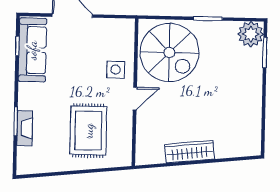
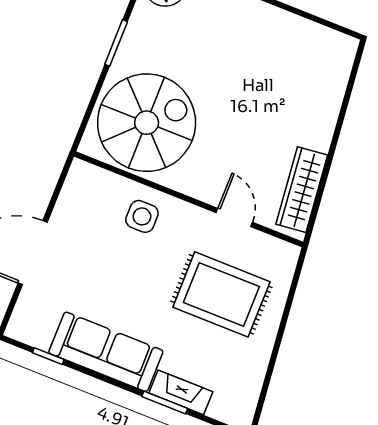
sofa: (32, 50) -> (106, 352), moved
door: (135, 99) -> (234, 217), moved
wardrobe: (190, 152) -> (302, 190), moved

